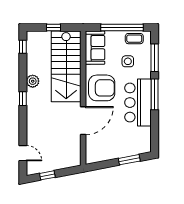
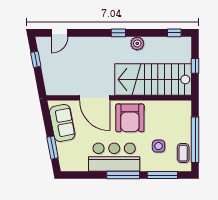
sofa: (95, 48) -> (62, 123), moved, turned -101

